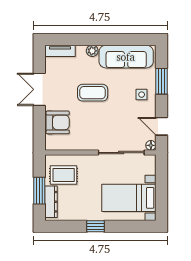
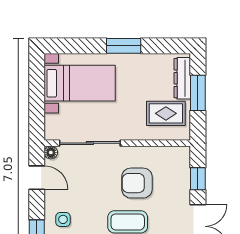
armchair: (58, 122) -> (137, 183), moved
window: (39, 125) -> (198, 179), added
window: (96, 226) -> (124, 46), width x1.50

